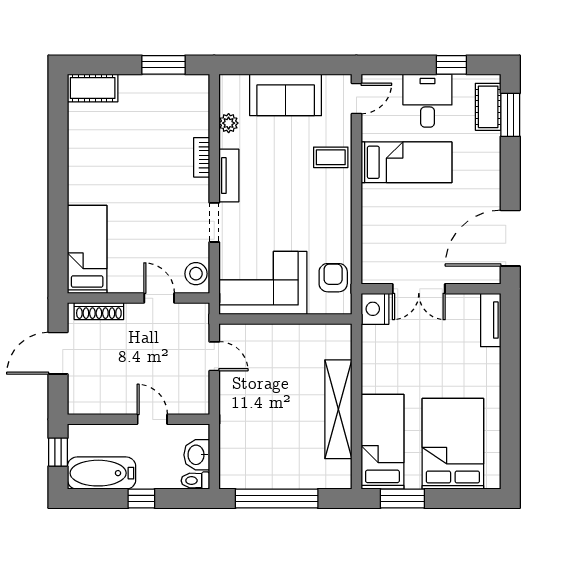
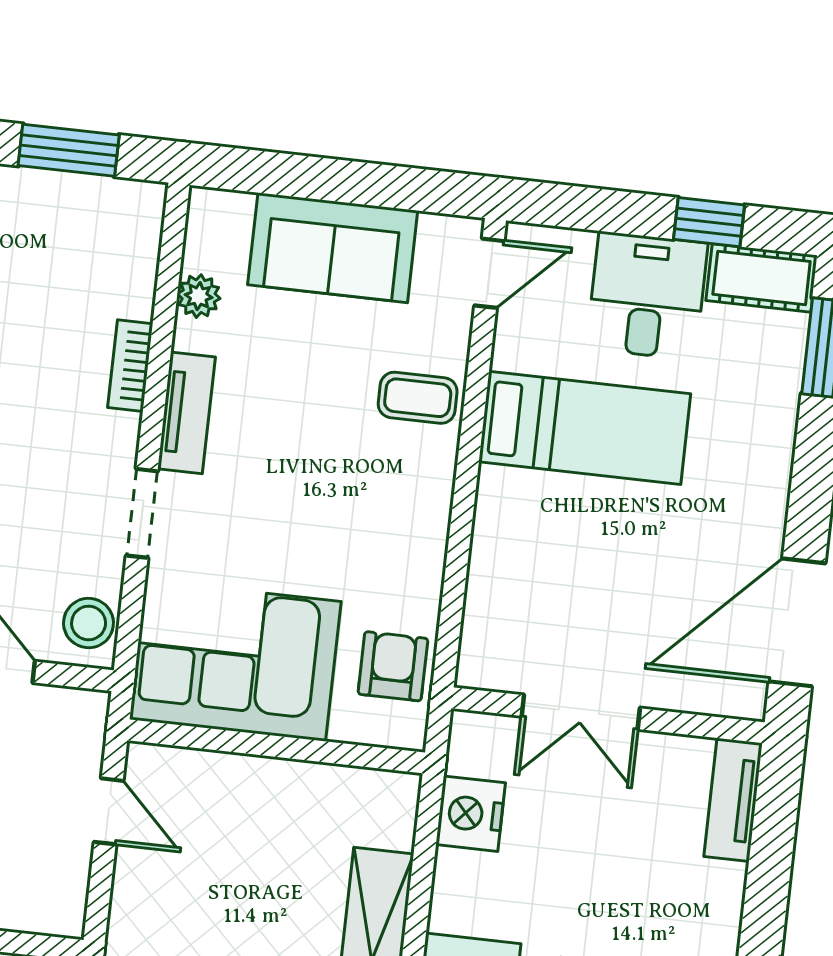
cot: (488, 107) -> (762, 278), moved, turned 90
nightstand: (375, 309) -> (471, 814), moved

